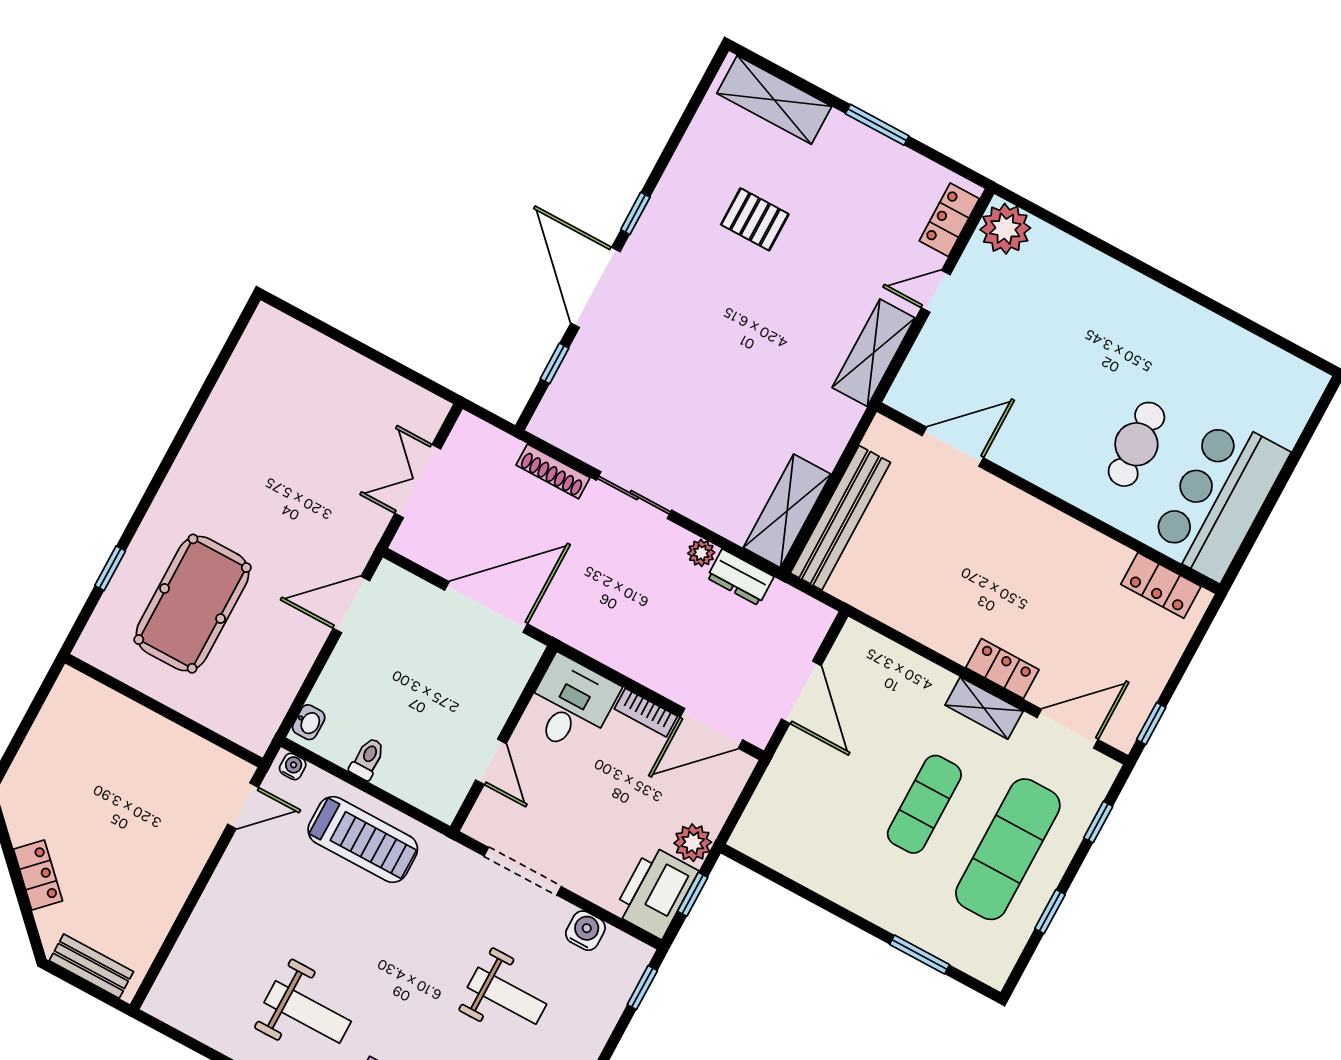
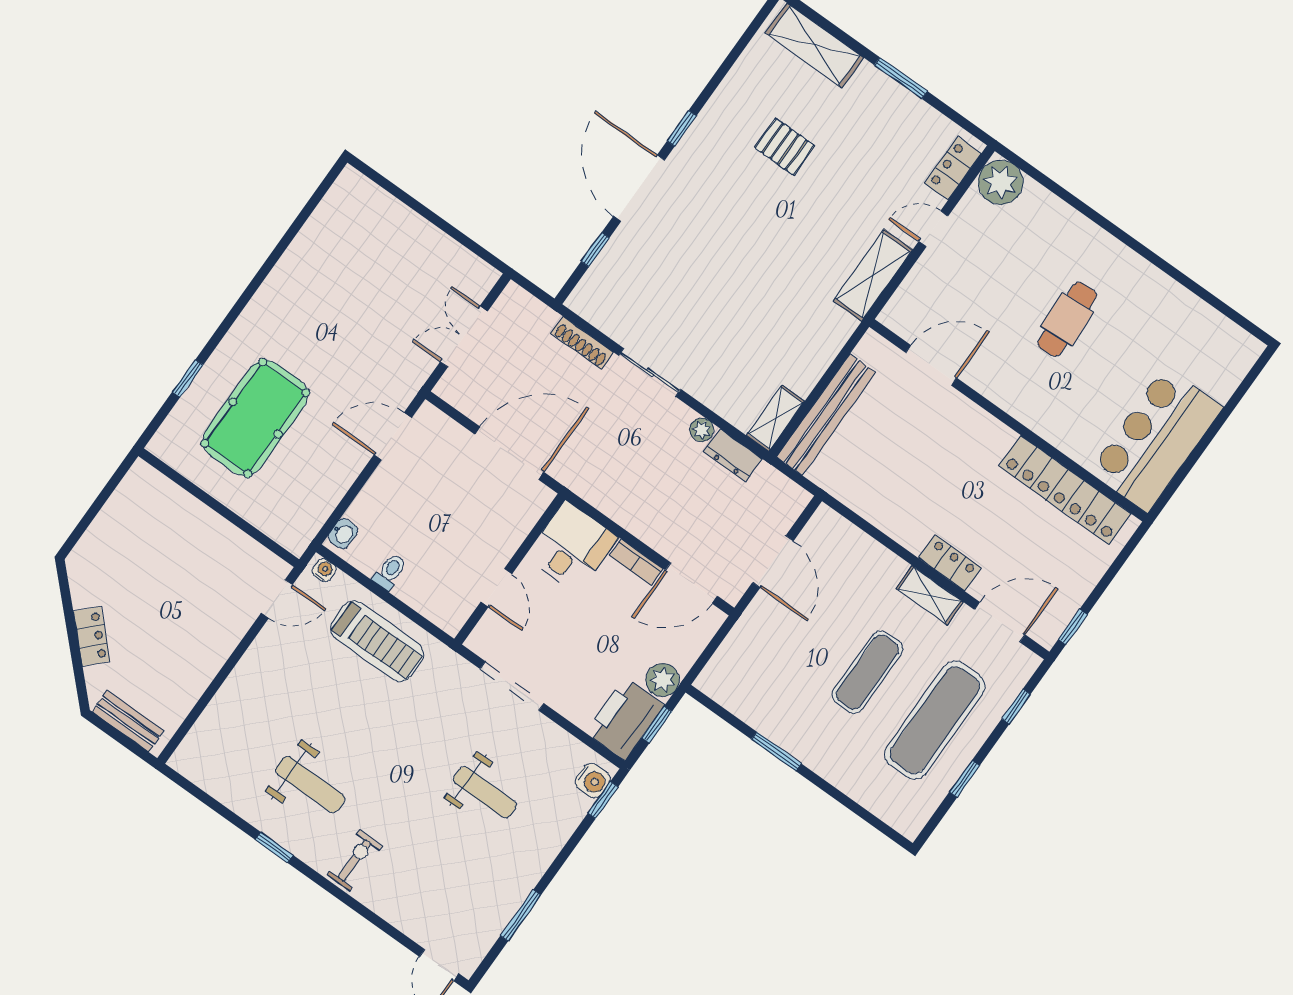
cafe table: (1136, 444) -> (1067, 319), moved
shelving: (787, 511) -> (775, 418), width x0.67, depth x0.75
locker: (1161, 585) -> (1065, 490), width x2.16, depth x1.21
water cooler: (585, 931) -> (593, 781), moved, turned 90
window: (920, 954) -> (776, 751), moved

